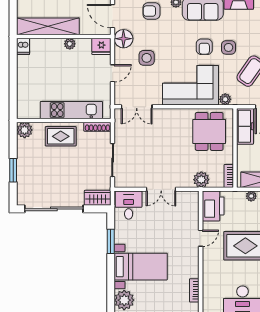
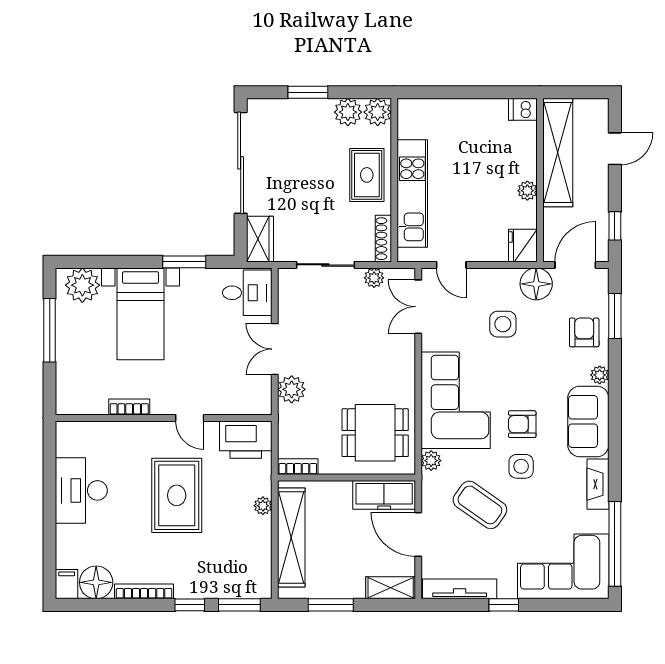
door: (113, 73) -> (451, 265), moved
plant: (120, 132) -> (374, 278), added
plant: (25, 147) -> (348, 112), added
plant: (201, 180) -> (292, 389), moved
bookcase: (194, 290) -> (129, 407), moved

